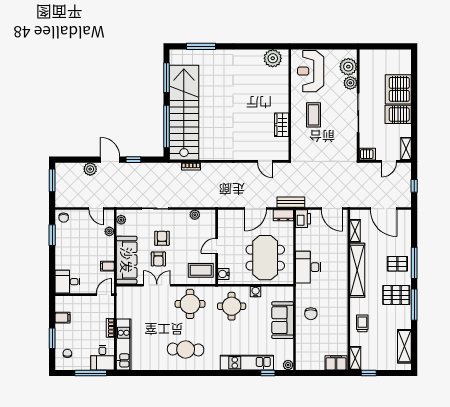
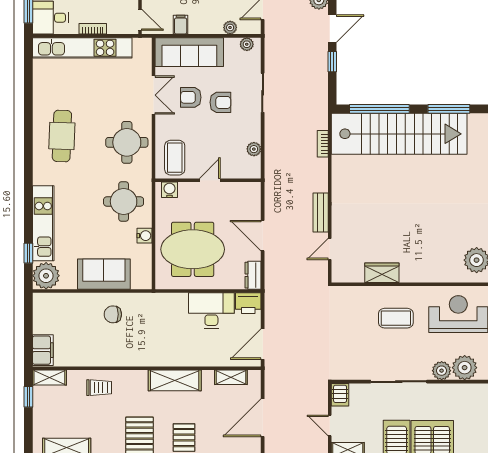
bench: (291, 202) -> (321, 213), moved
door: (217, 246) -> (210, 180), hinge flipped
desk: (308, 267) -> (211, 311), moved
shelving: (357, 270) -> (175, 380), width x0.68
kitchen unit: (124, 345) -> (82, 48), width x1.36
plant: (288, 365) -> (46, 276), width x1.88, depth x1.88

